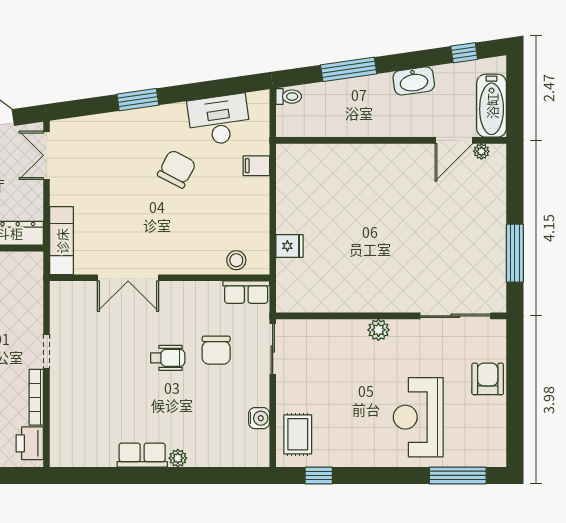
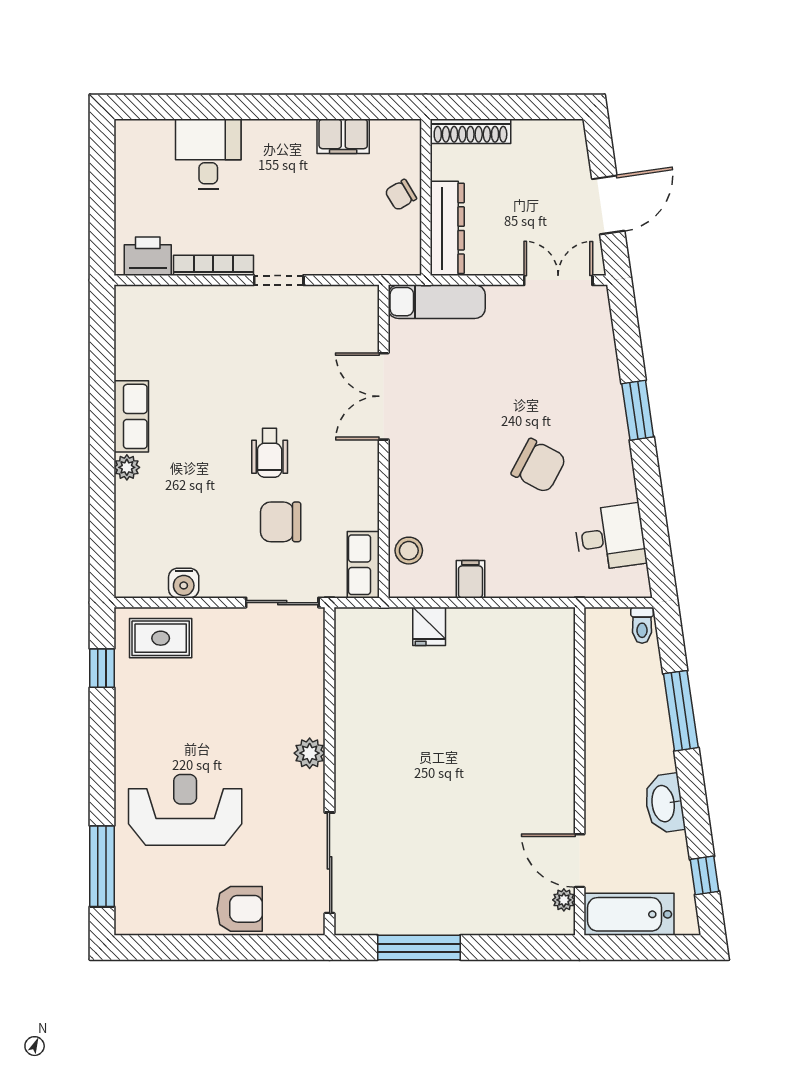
desk: (219, 120) -> (610, 537), width x0.73
filing cabinet: (256, 166) -> (470, 579), moved

